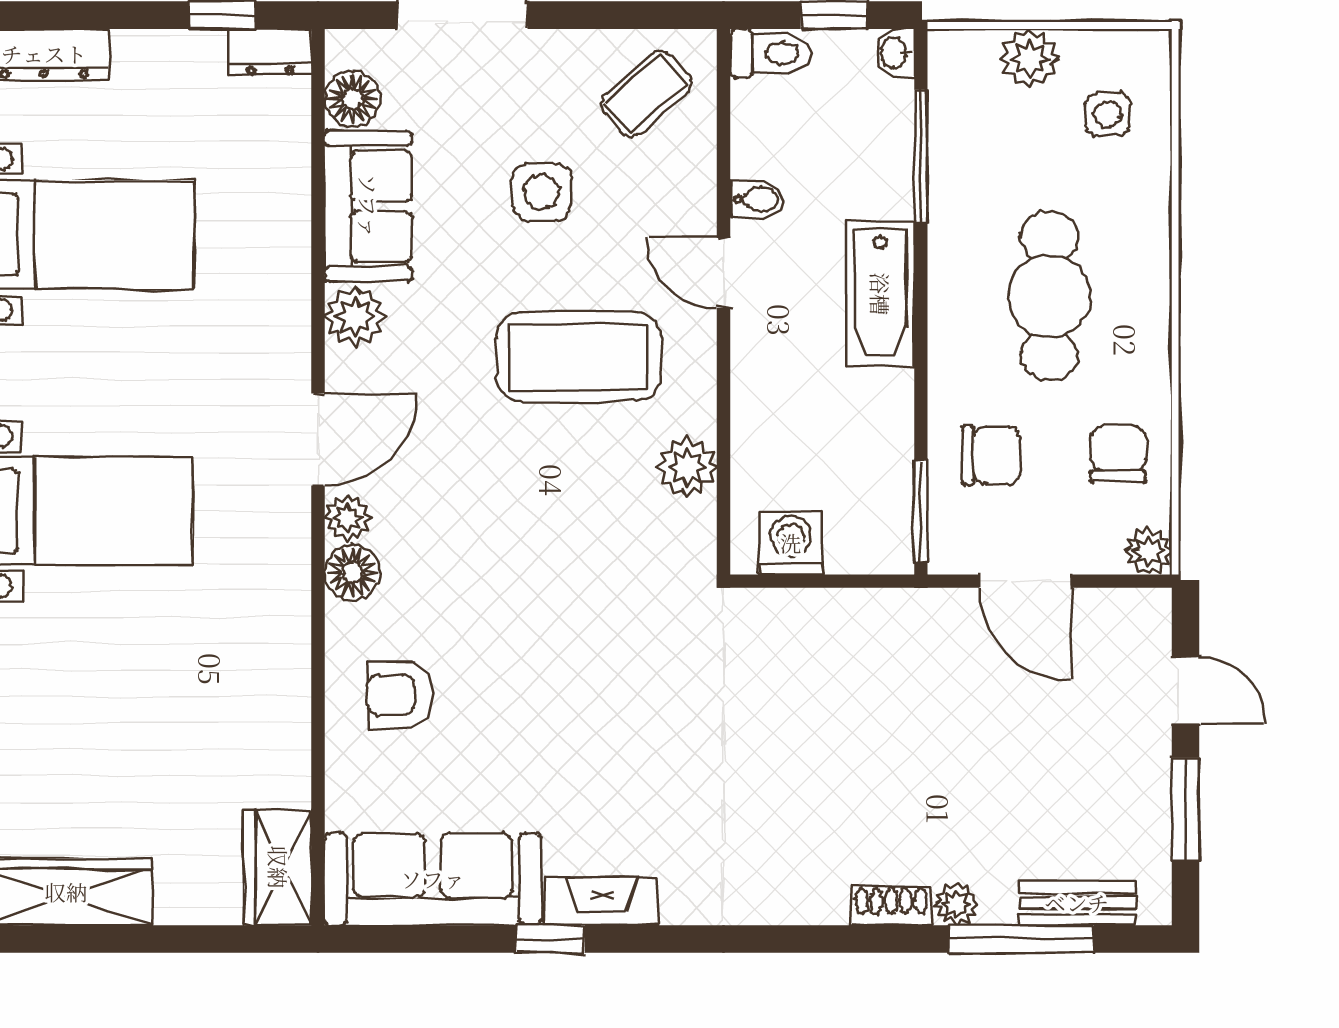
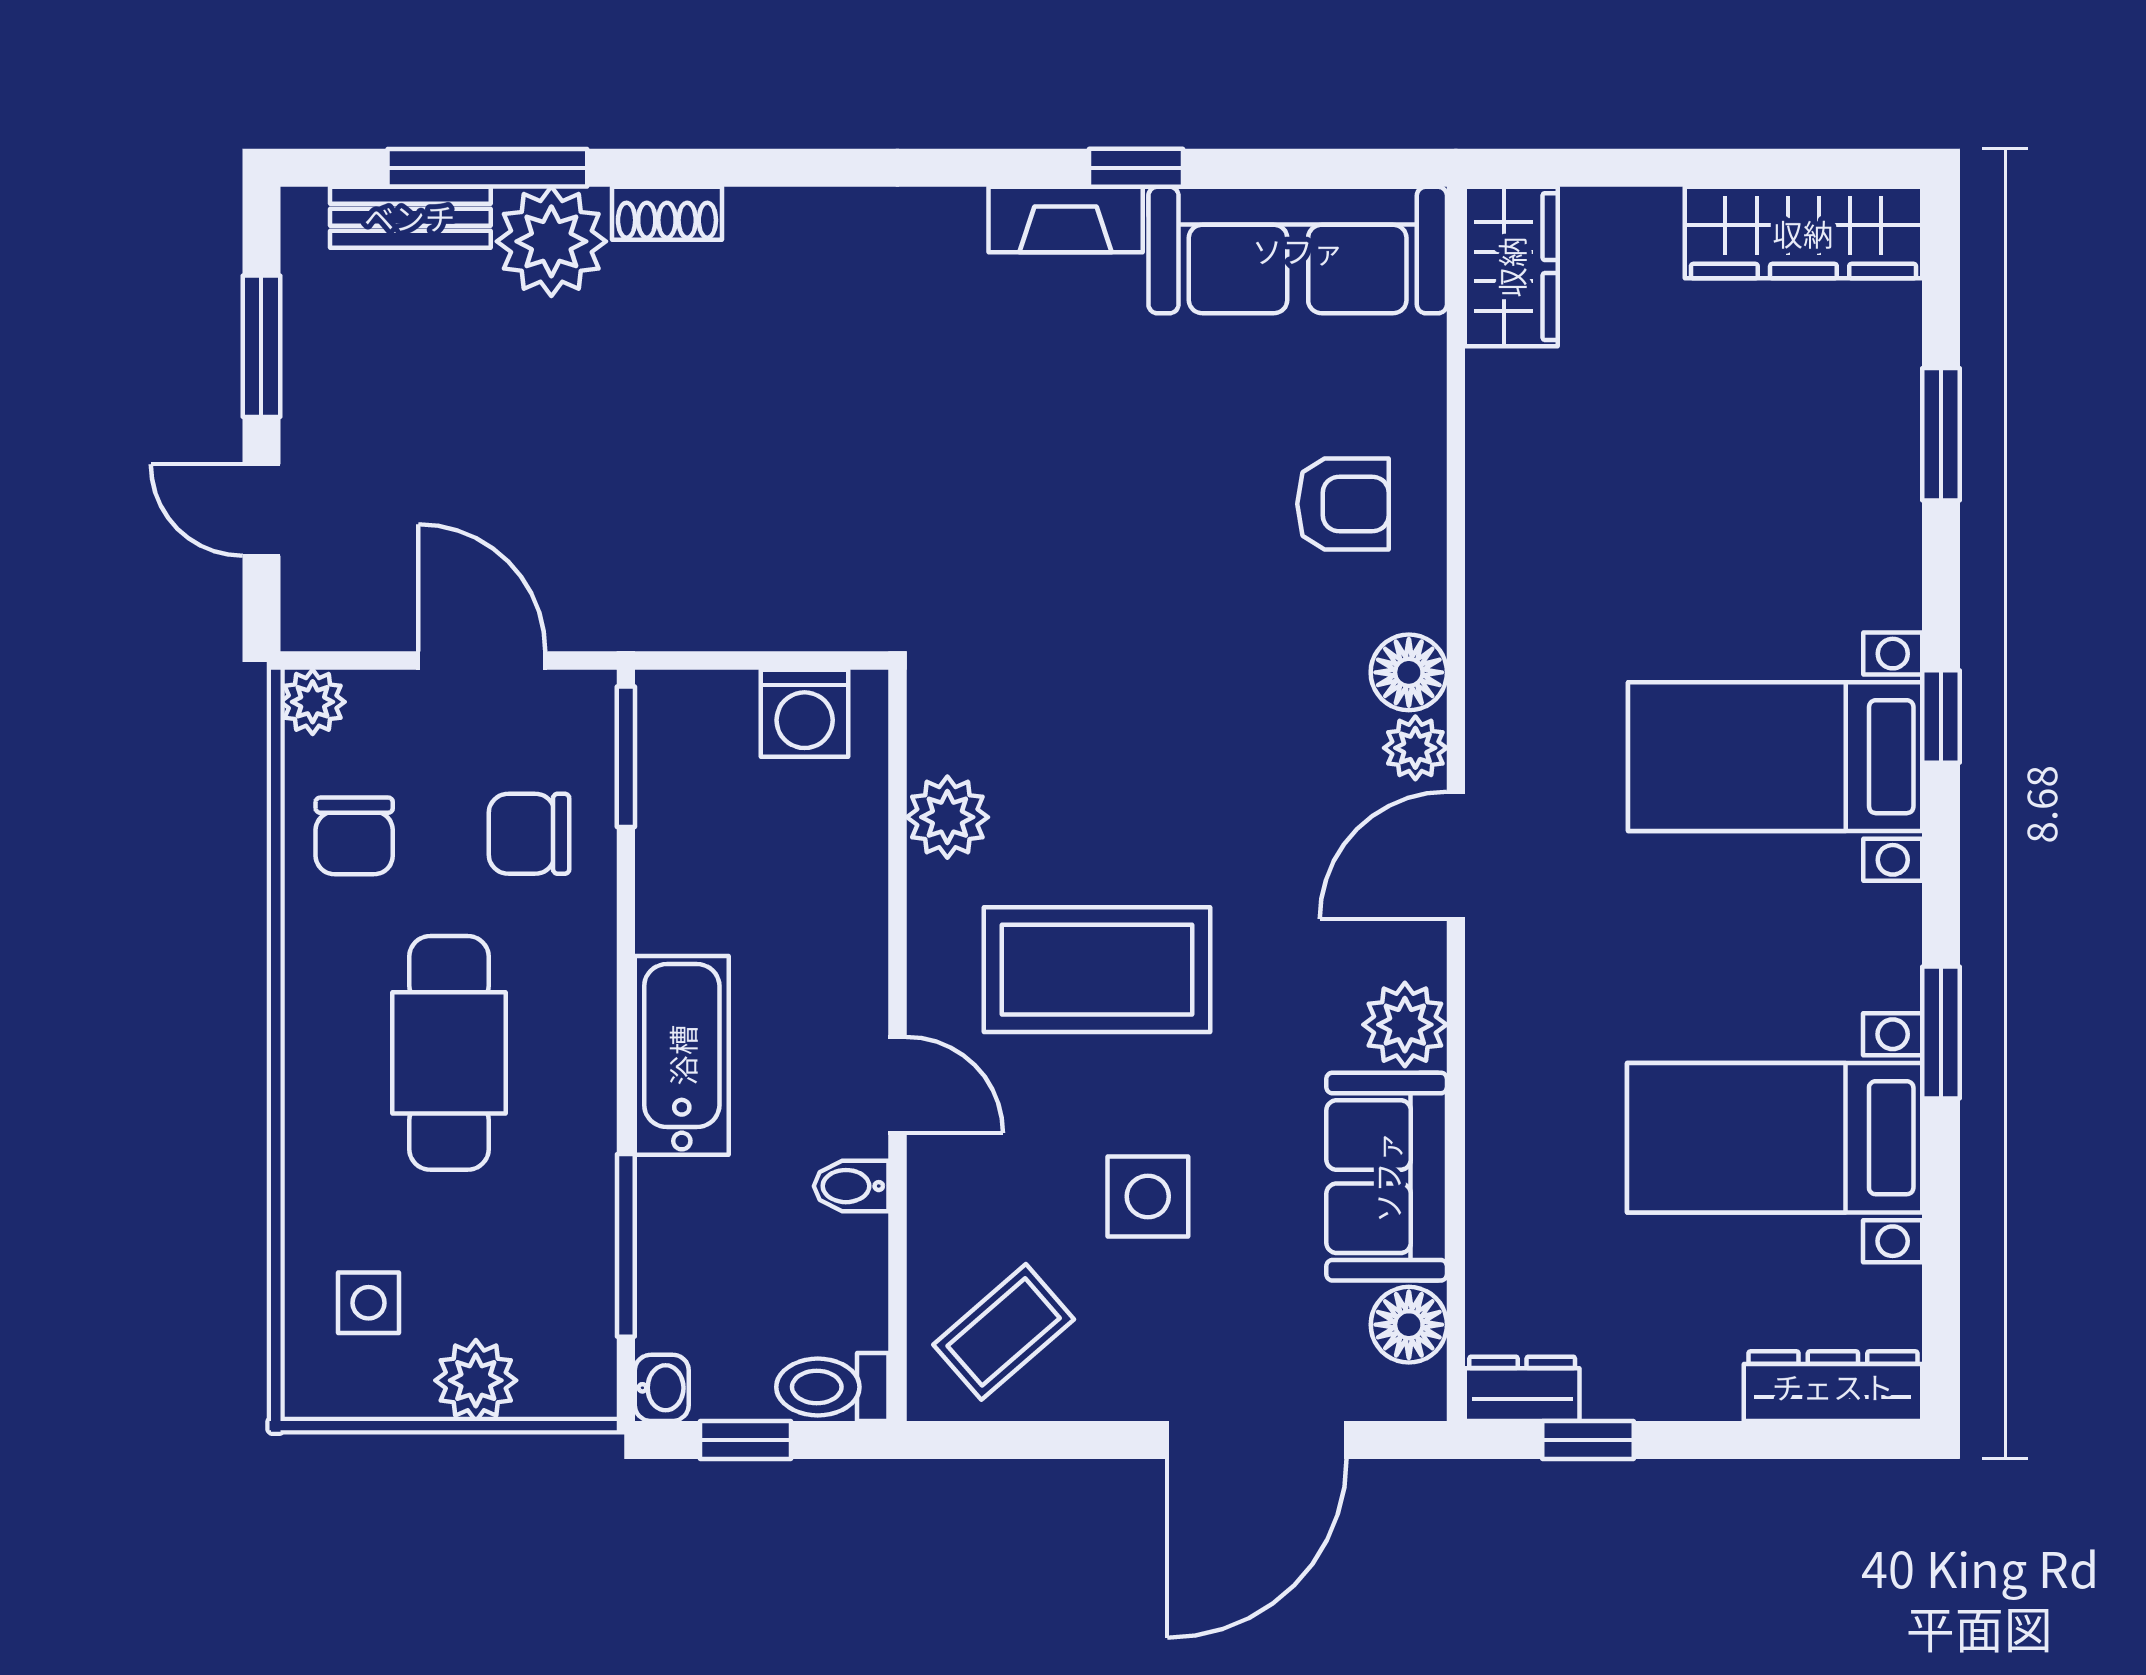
plant: (956, 904) -> (551, 241), width x1.88, depth x1.88

